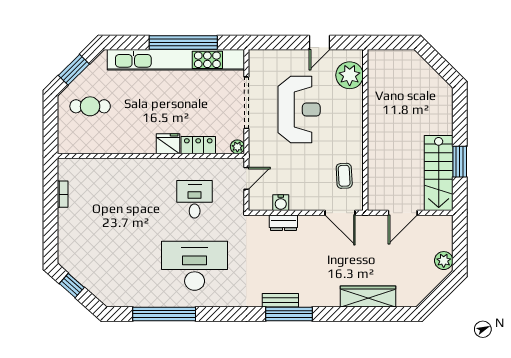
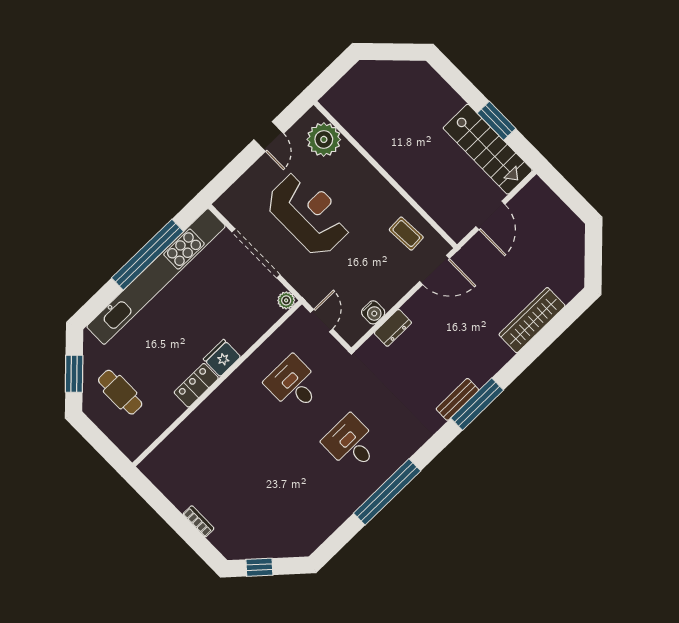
cafe table: (90, 106) -> (120, 392), turned 90
locker: (198, 145) -> (196, 385), moved
bookcase: (63, 194) -> (199, 521), moved
plant: (444, 261) -> (568, 223), removed
desk: (195, 266) -> (351, 443), width x0.53, depth x0.77
window: (164, 314) -> (387, 492), moved

